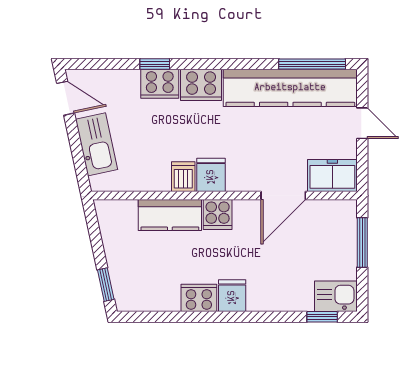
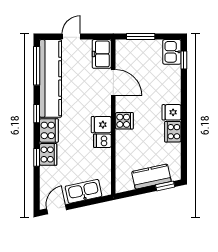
window: (230, 64) -> (37, 114), added
kitchen counter: (170, 215) -> (151, 176), moved, turned -102

